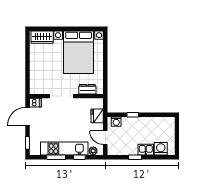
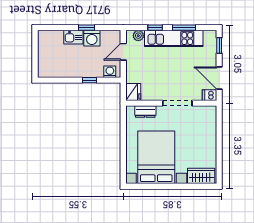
door: (28, 116) -> (219, 78), swing flipped
fridge: (97, 116) -> (133, 92), moved
door: (105, 138) -> (123, 52), swing flipped
washing machine: (161, 149) -> (92, 38), moved

